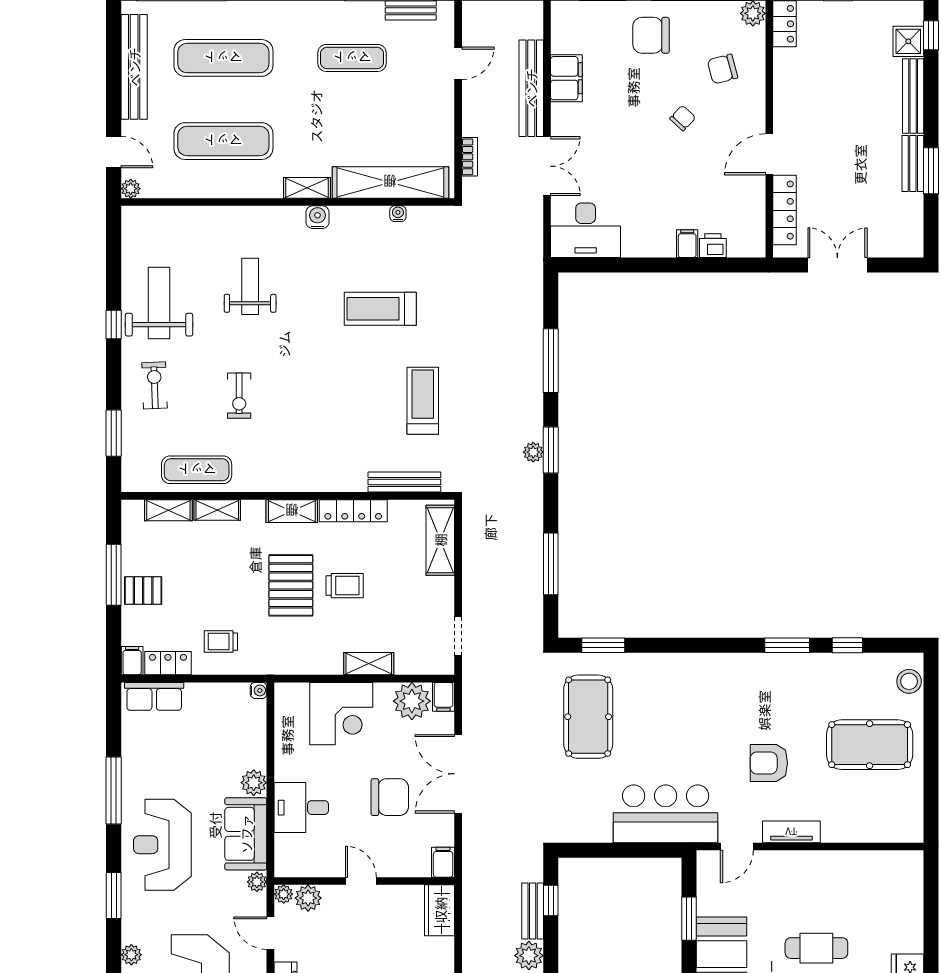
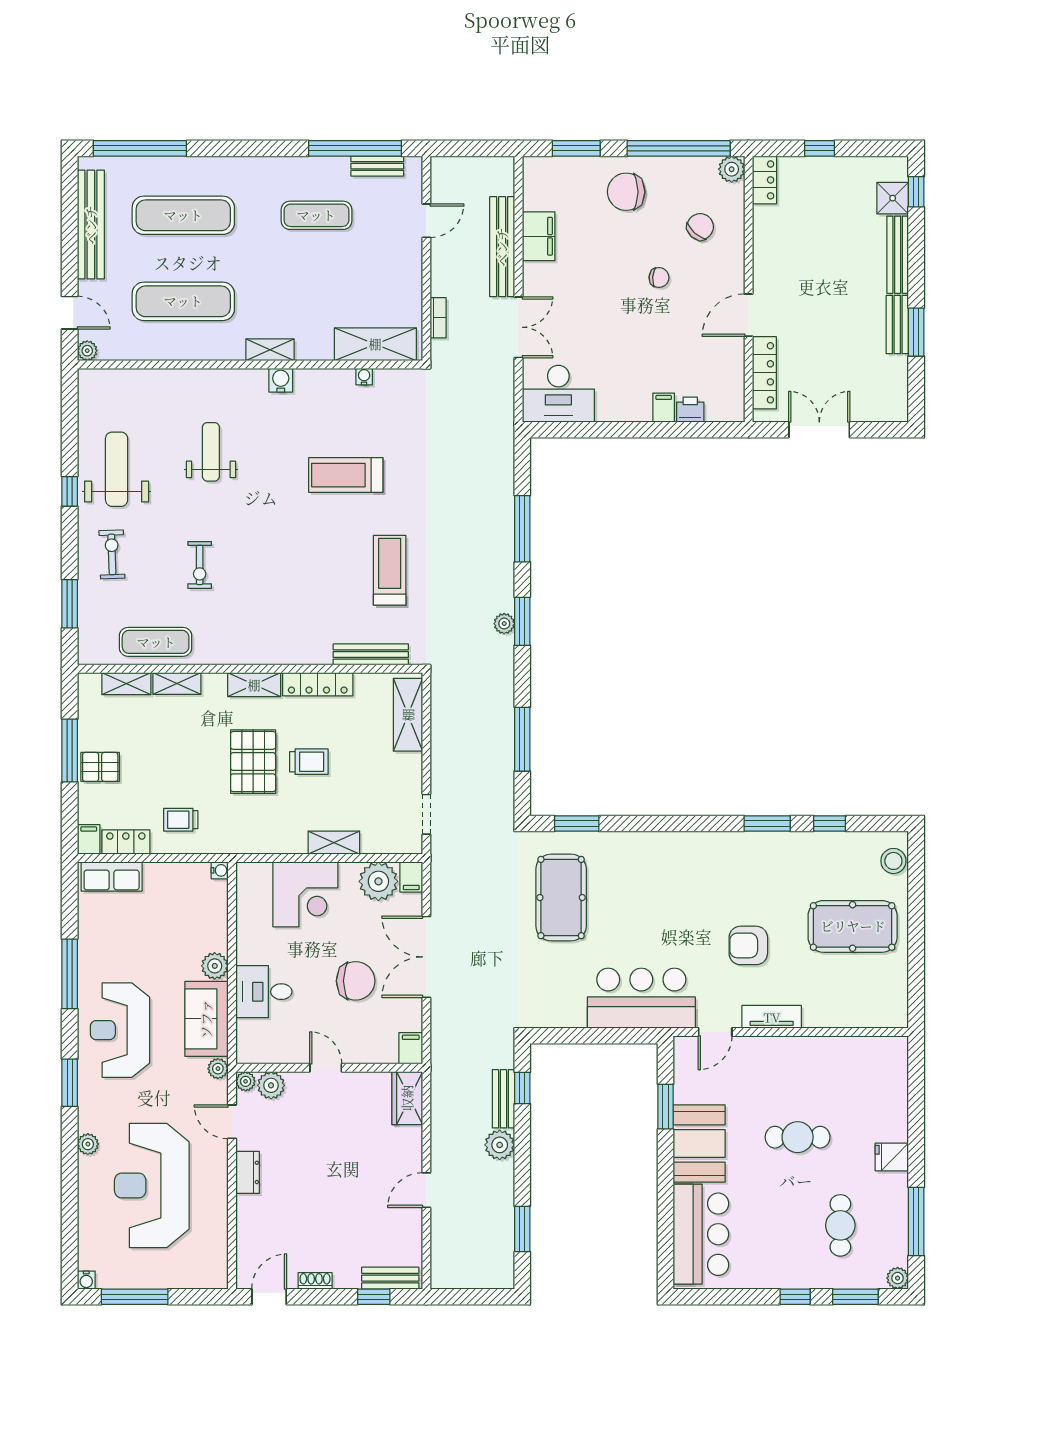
chair: (723, 69) -> (700, 227), turned 147
chair: (683, 118) -> (659, 278), turned 52
shelving: (390, 182) -> (375, 344), width x0.68

